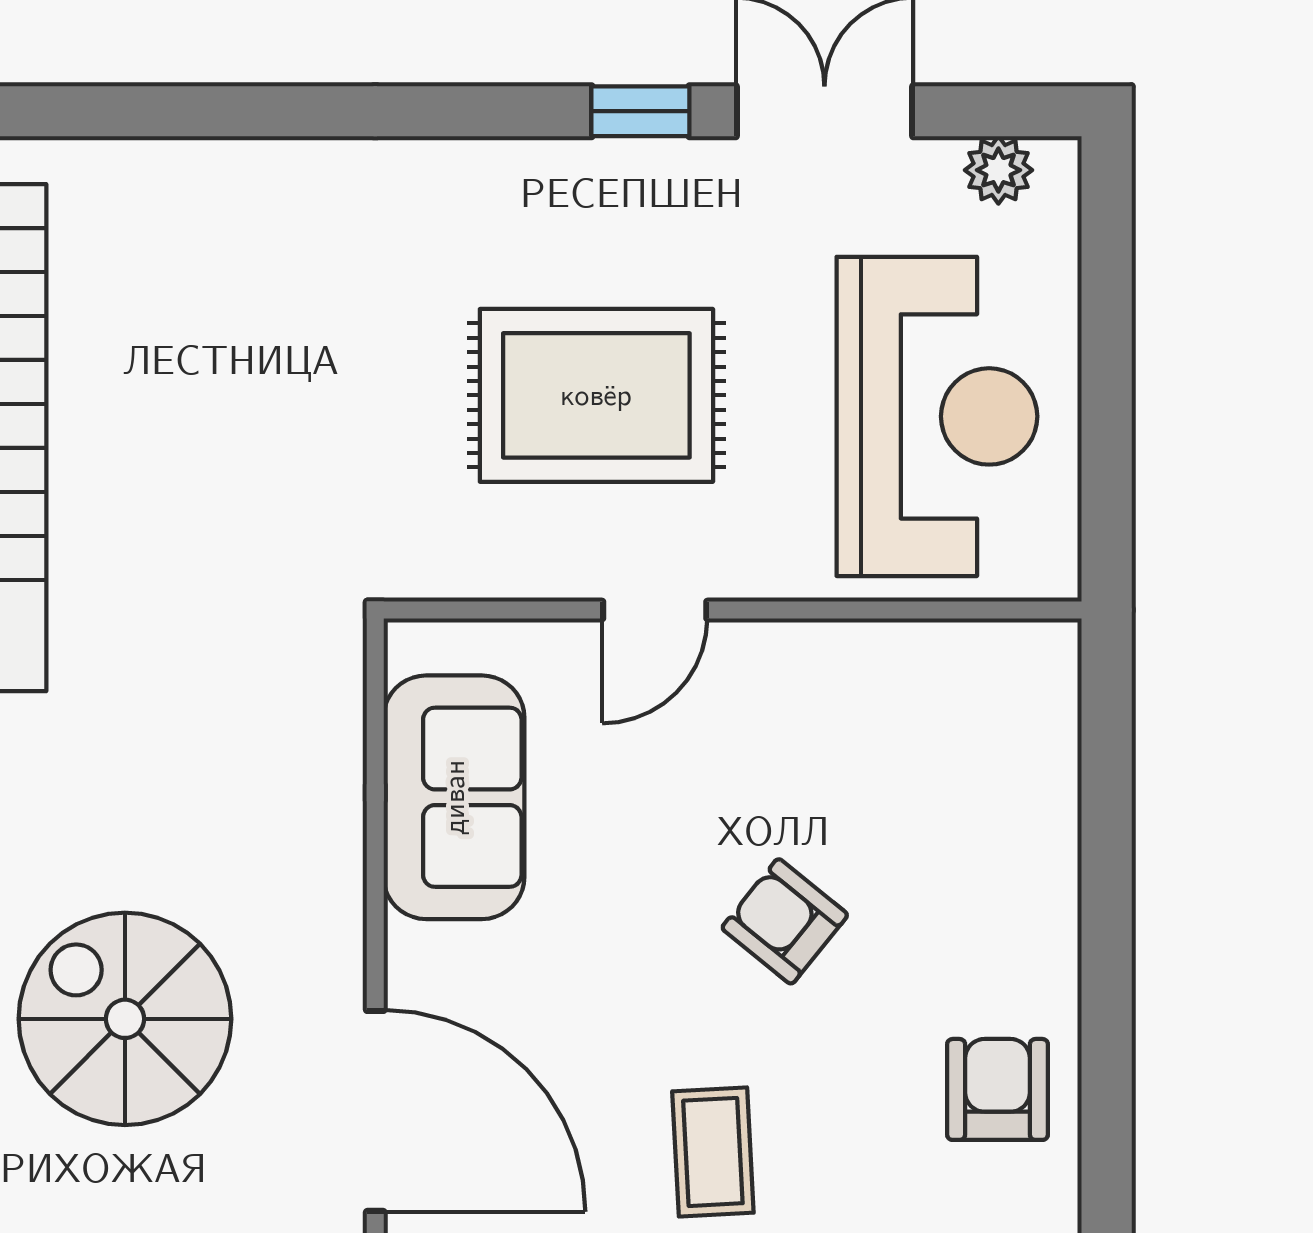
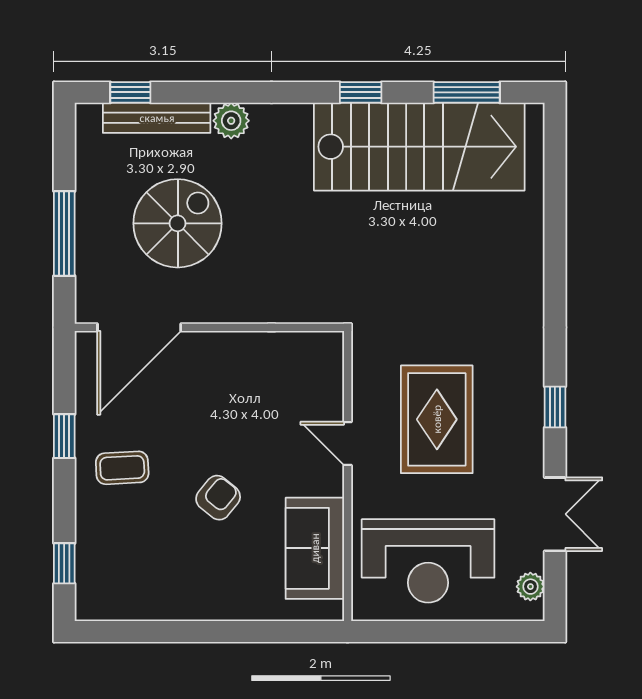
window: (640, 111) -> (555, 407), moved
sofa: (454, 797) -> (315, 548), moved, turned 90
armchair: (997, 1089) -> (148, 586), removed

